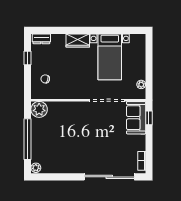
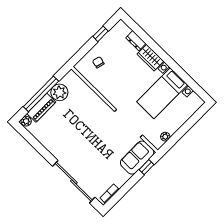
dresser: (41, 39) -> (136, 41), moved
plant: (39, 109) -> (59, 92), moved
piano: (37, 148) -> (41, 108), added

